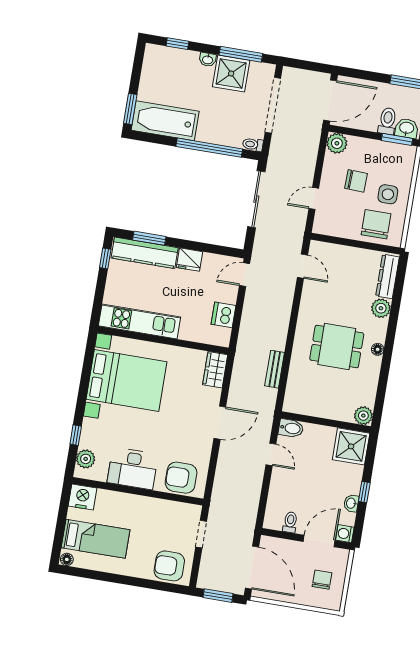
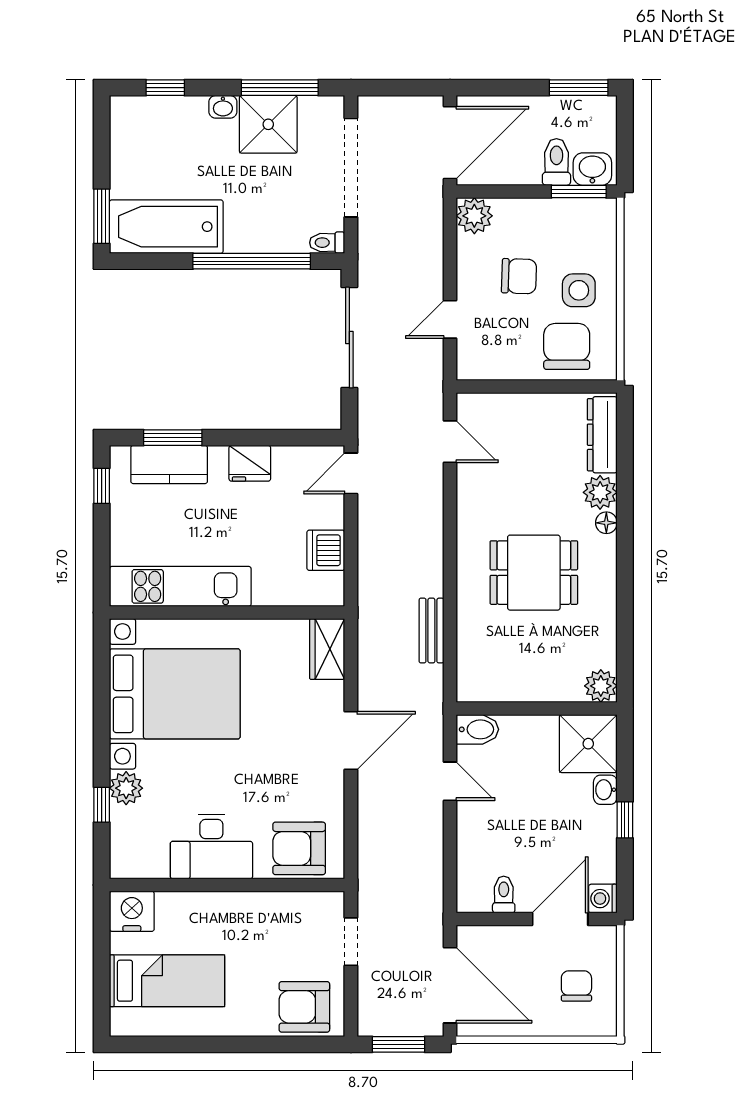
kitchen counter: (145, 253) -> (169, 464), width x0.67
floor lamp: (378, 349) -> (606, 523), moved
plant: (86, 459) -> (126, 788), moved
washbasin: (351, 503) -> (605, 790), moved
floor lamp: (67, 559) -> (123, 1026), removed

